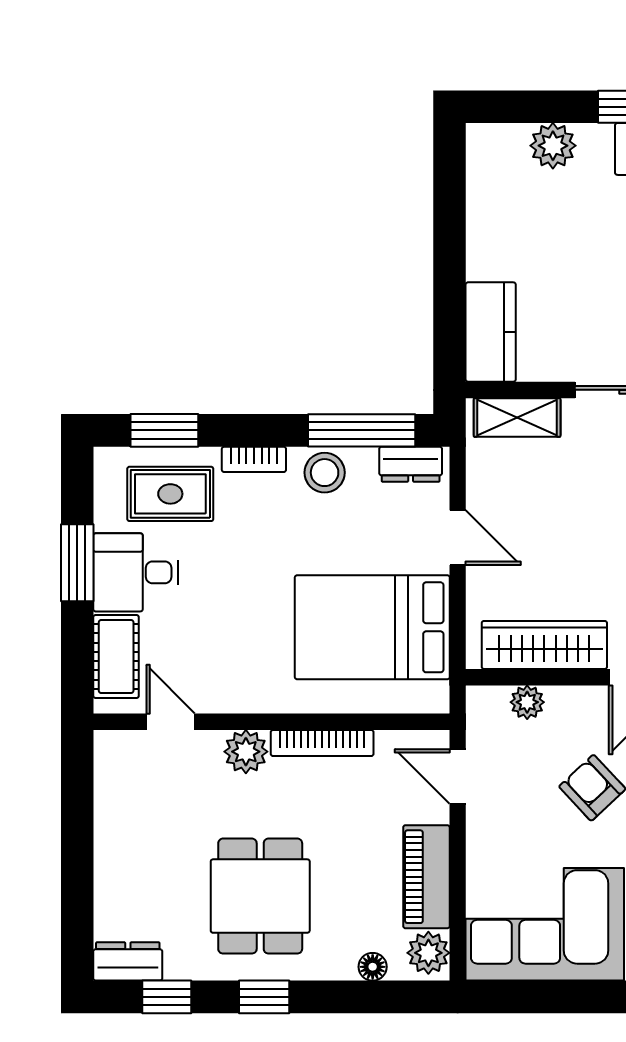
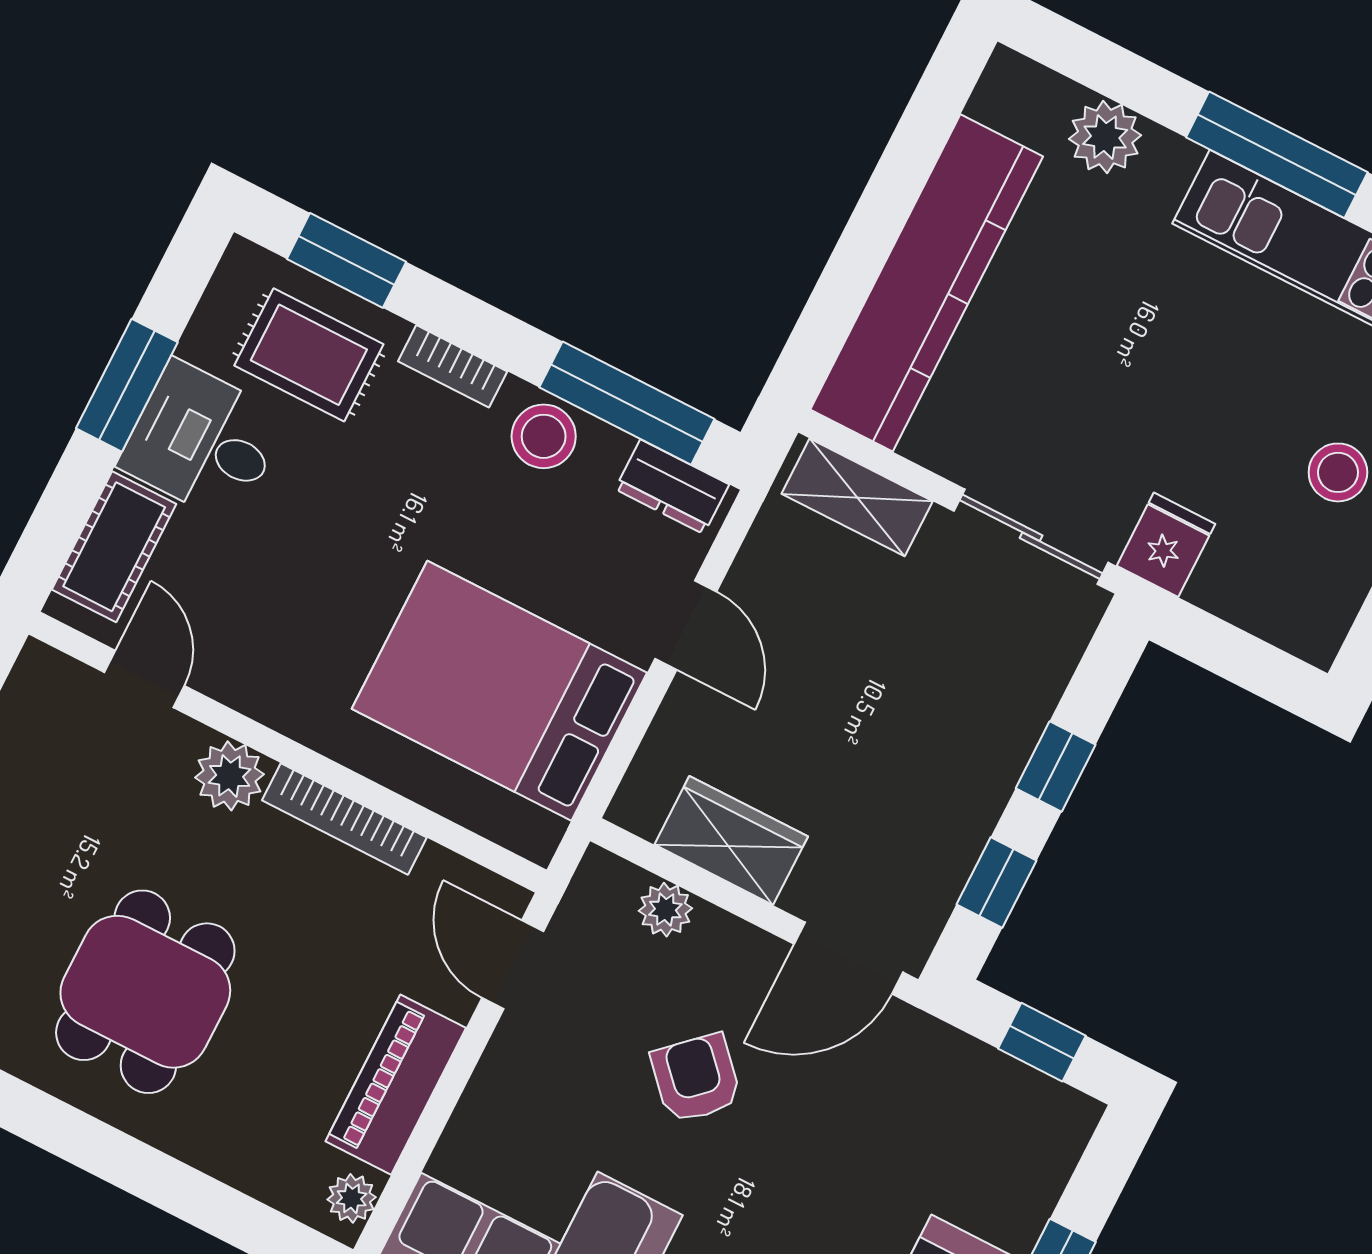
kitchen counter: (491, 332) -> (927, 283), width x2.08, depth x1.17
wardrobe: (544, 645) -> (731, 841), width x0.67
plant: (428, 953) -> (352, 1198), width x0.73, depth x0.73
floor lamp: (373, 967) -> (254, 1174), removed
window: (264, 997) -> (78, 1138), removed

